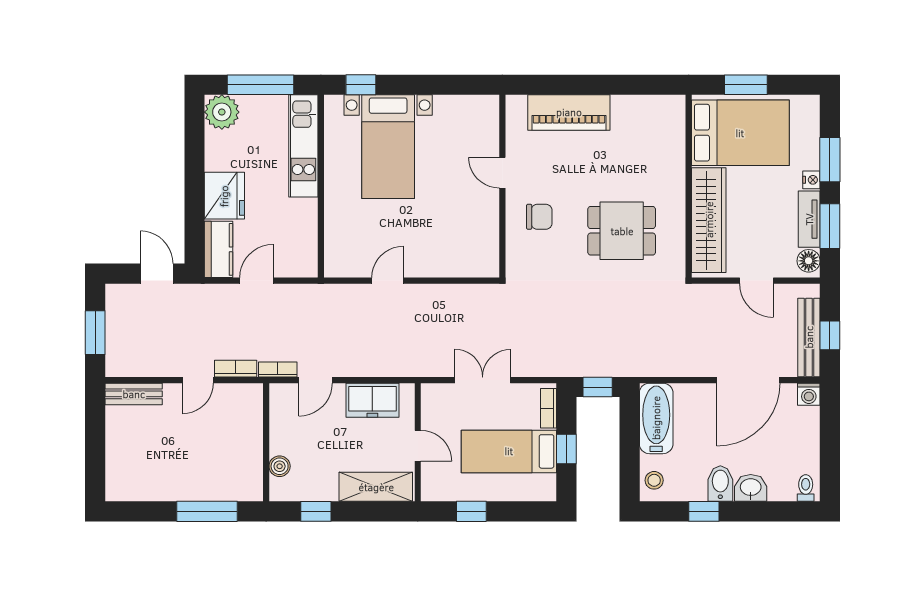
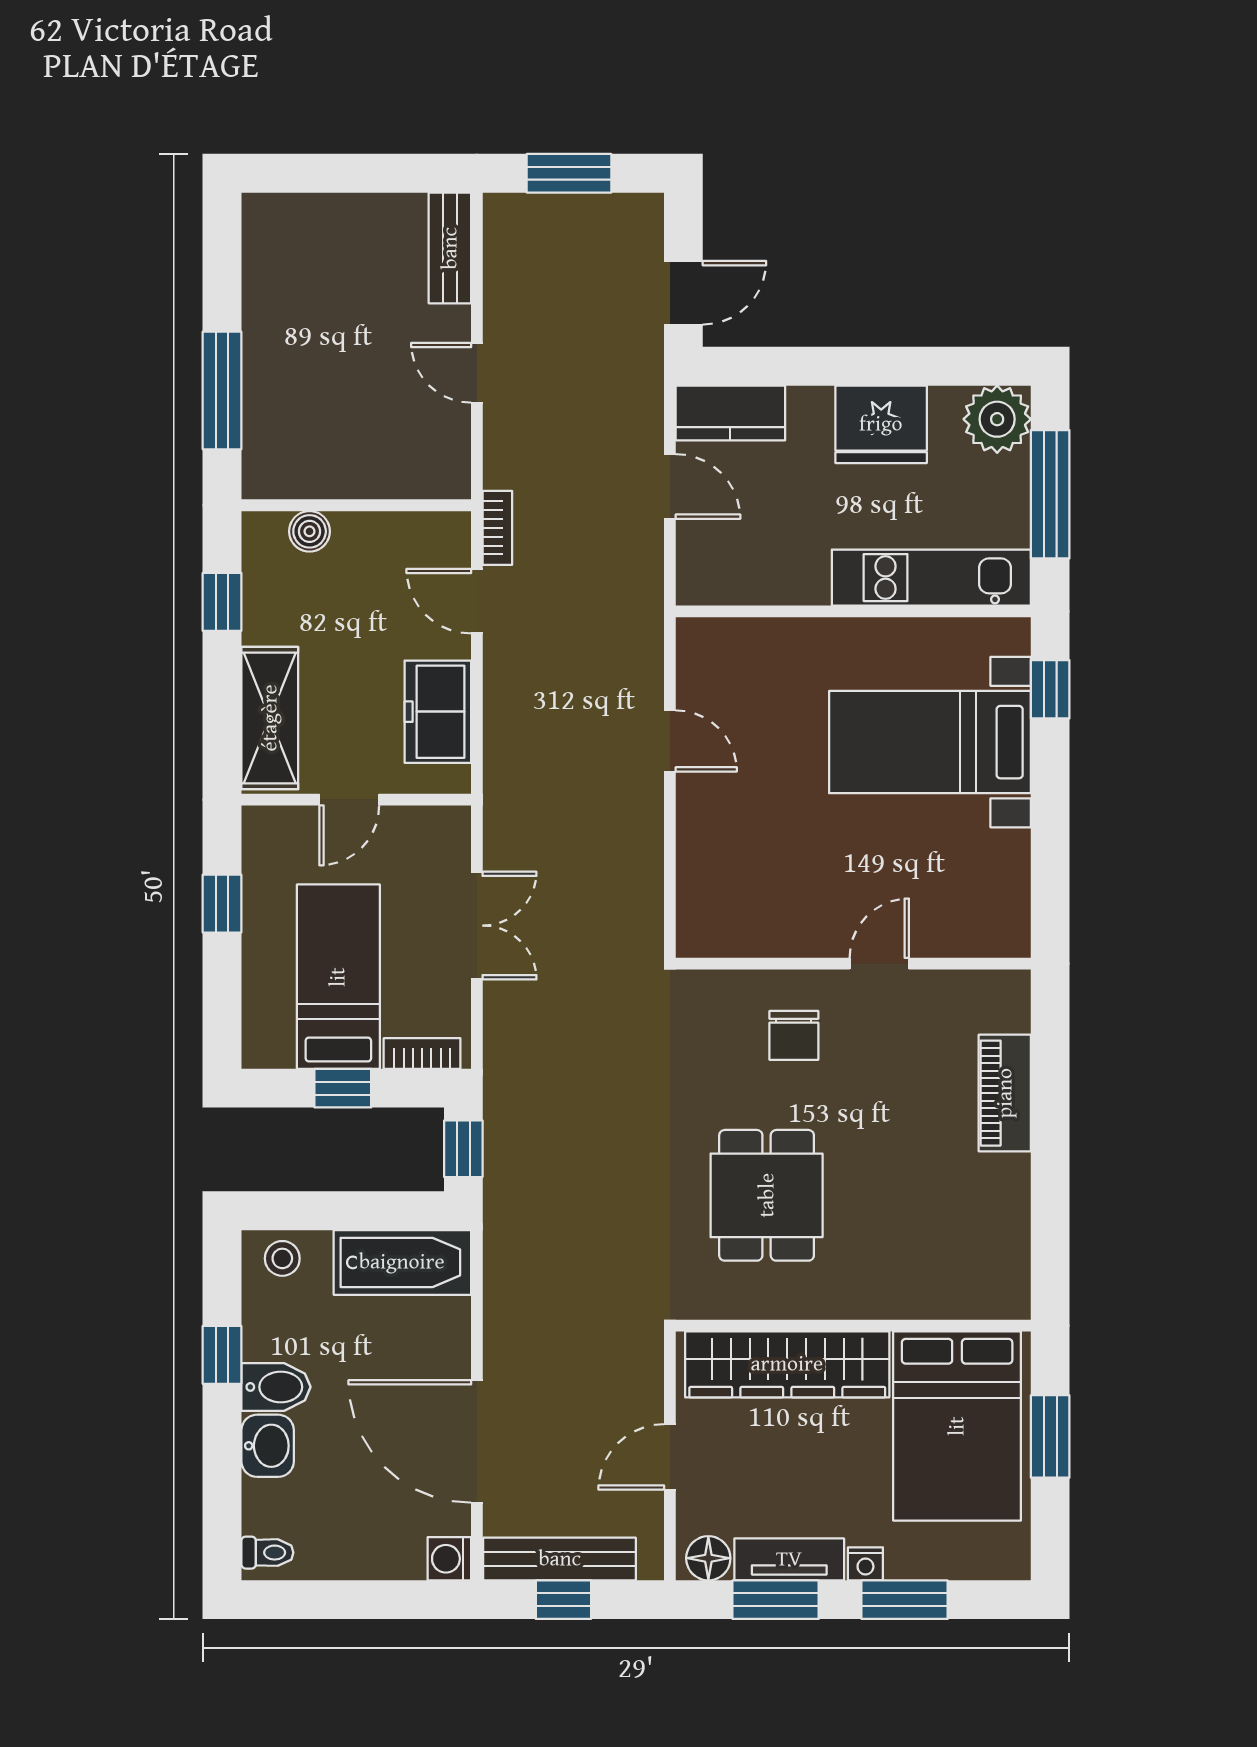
piano: (569, 112) -> (1005, 1093), width x0.73, depth x0.75
fridge: (224, 196) -> (881, 424), moved
bookcase: (236, 369) -> (499, 446), removed

